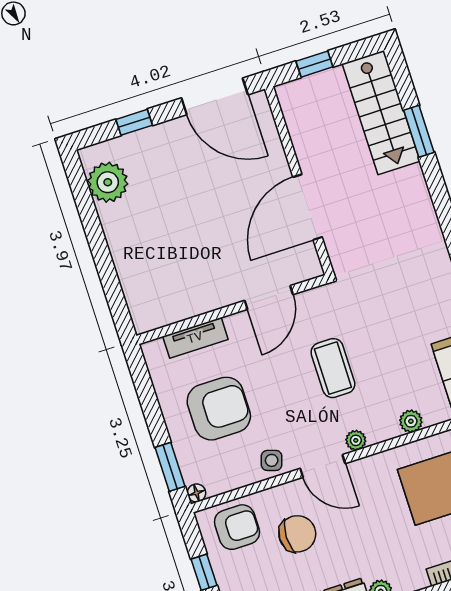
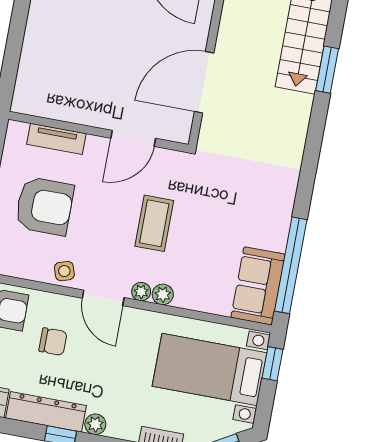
plant: (411, 421) -> (163, 294), moved
side table: (272, 460) -> (64, 271), turned -36
chair: (297, 534) -> (53, 342), width x0.73, depth x0.73

